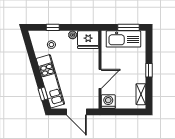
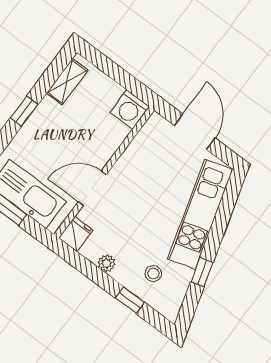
fridge: (88, 40) -> (76, 234), width x0.53, depth x0.75
door: (100, 79) -> (92, 188), moved
window: (43, 94) -> (202, 272), moved

